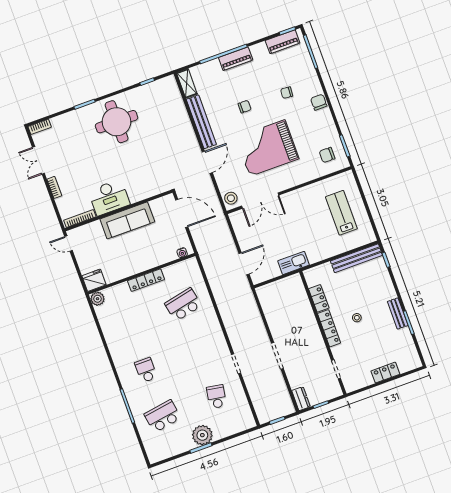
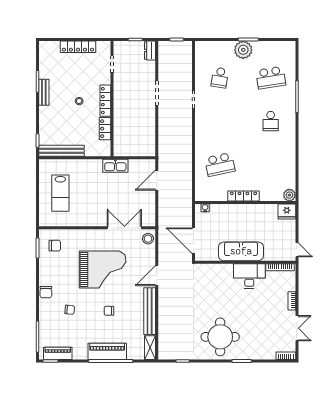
piano: (236, 59) -> (107, 351), width x1.37, depth x1.33
locker: (385, 373) -> (78, 47), width x1.53

